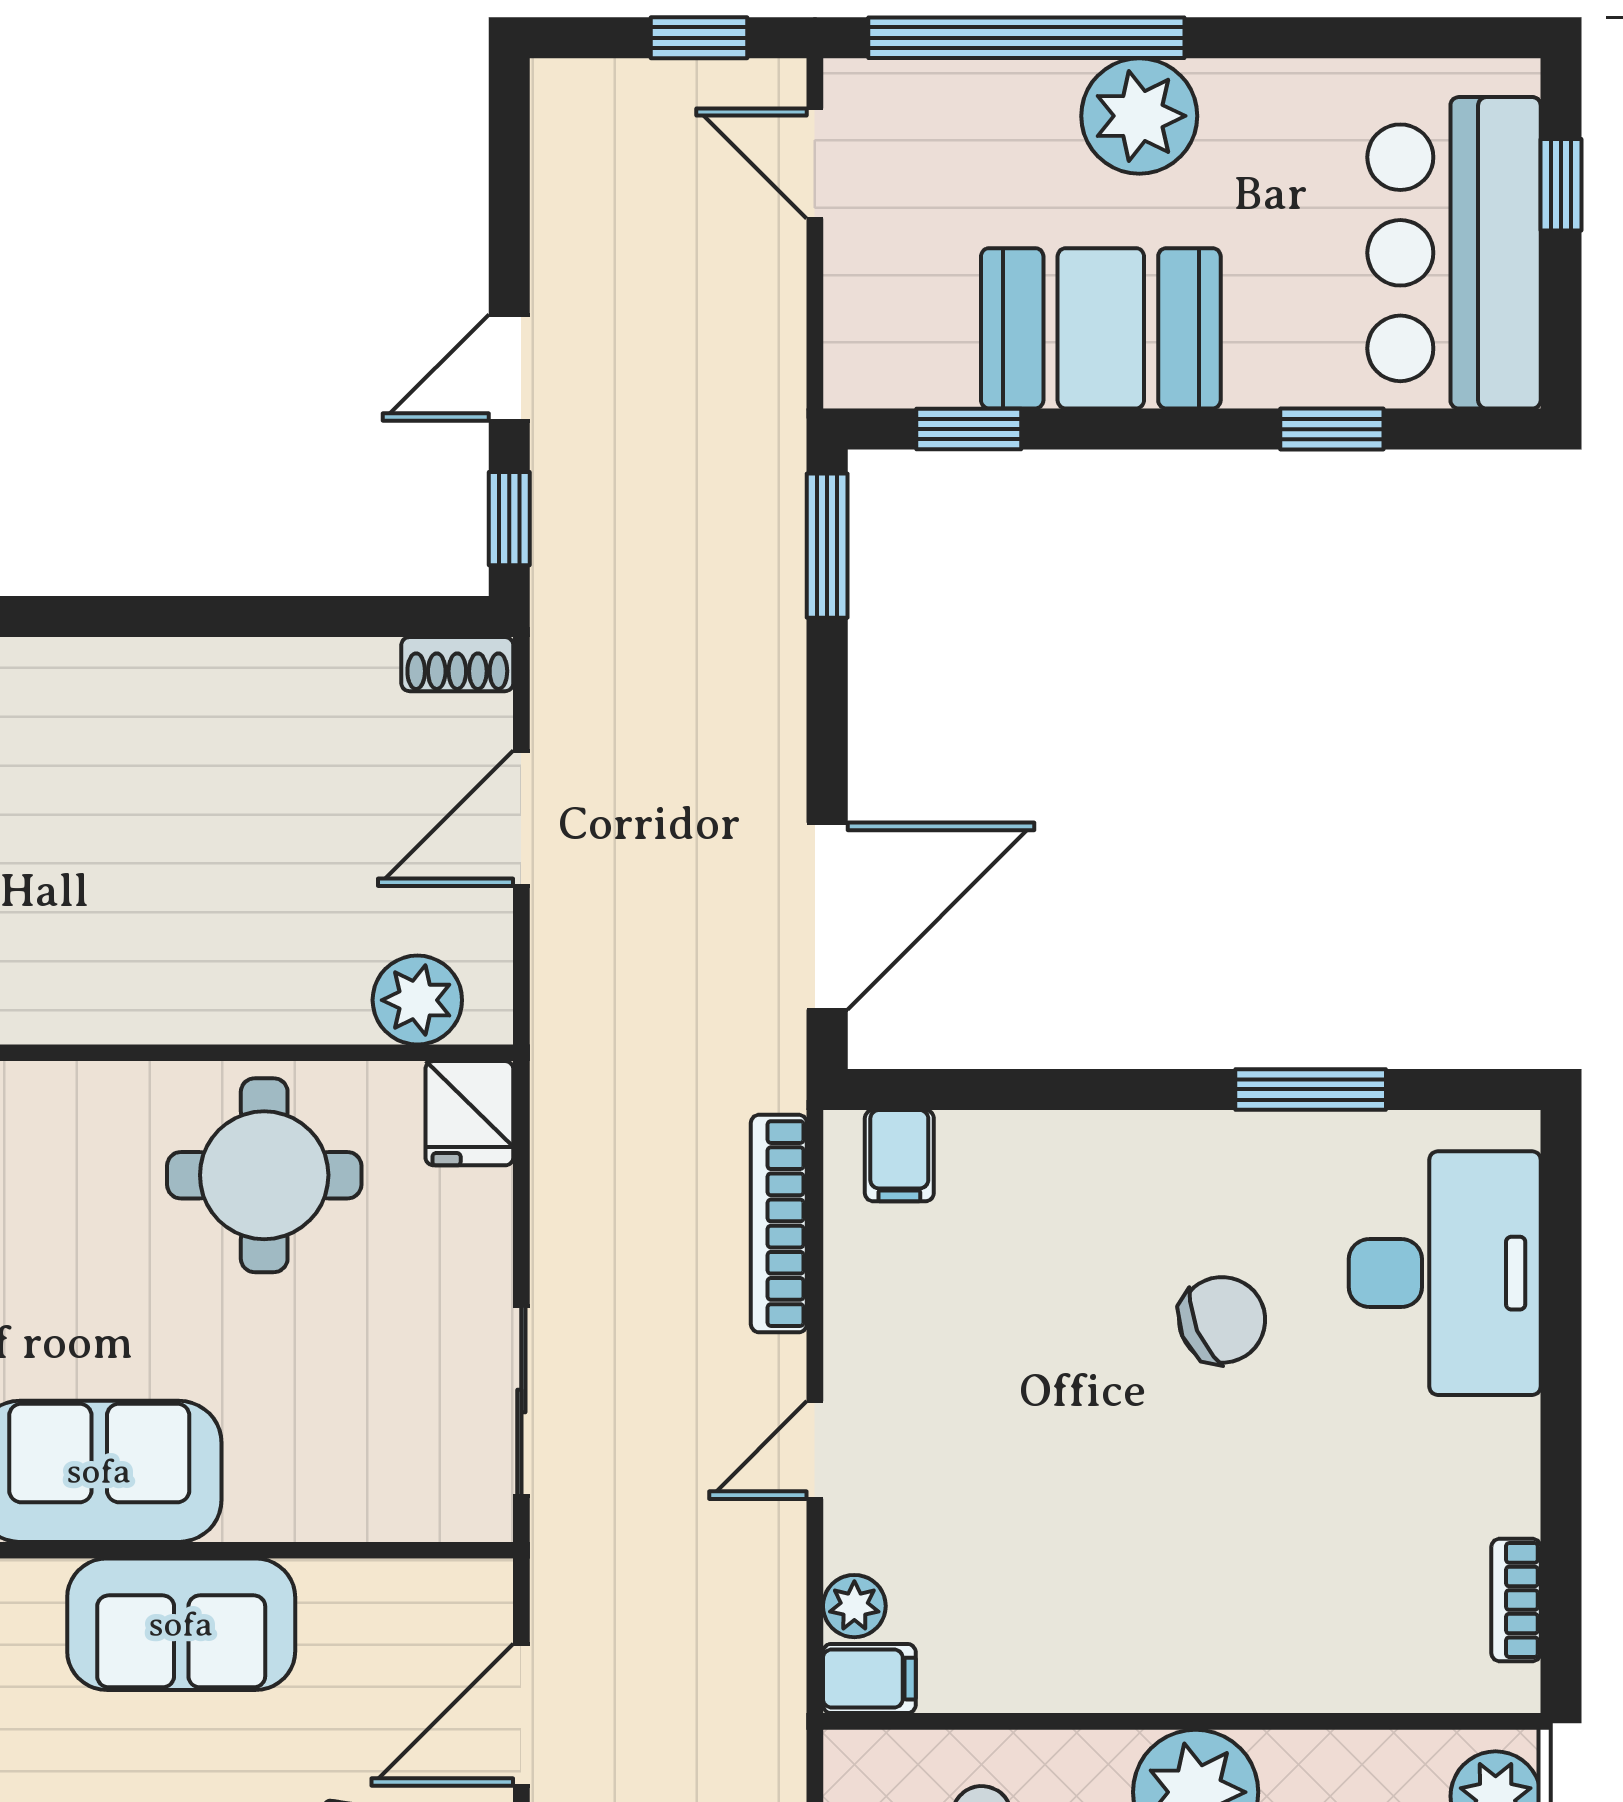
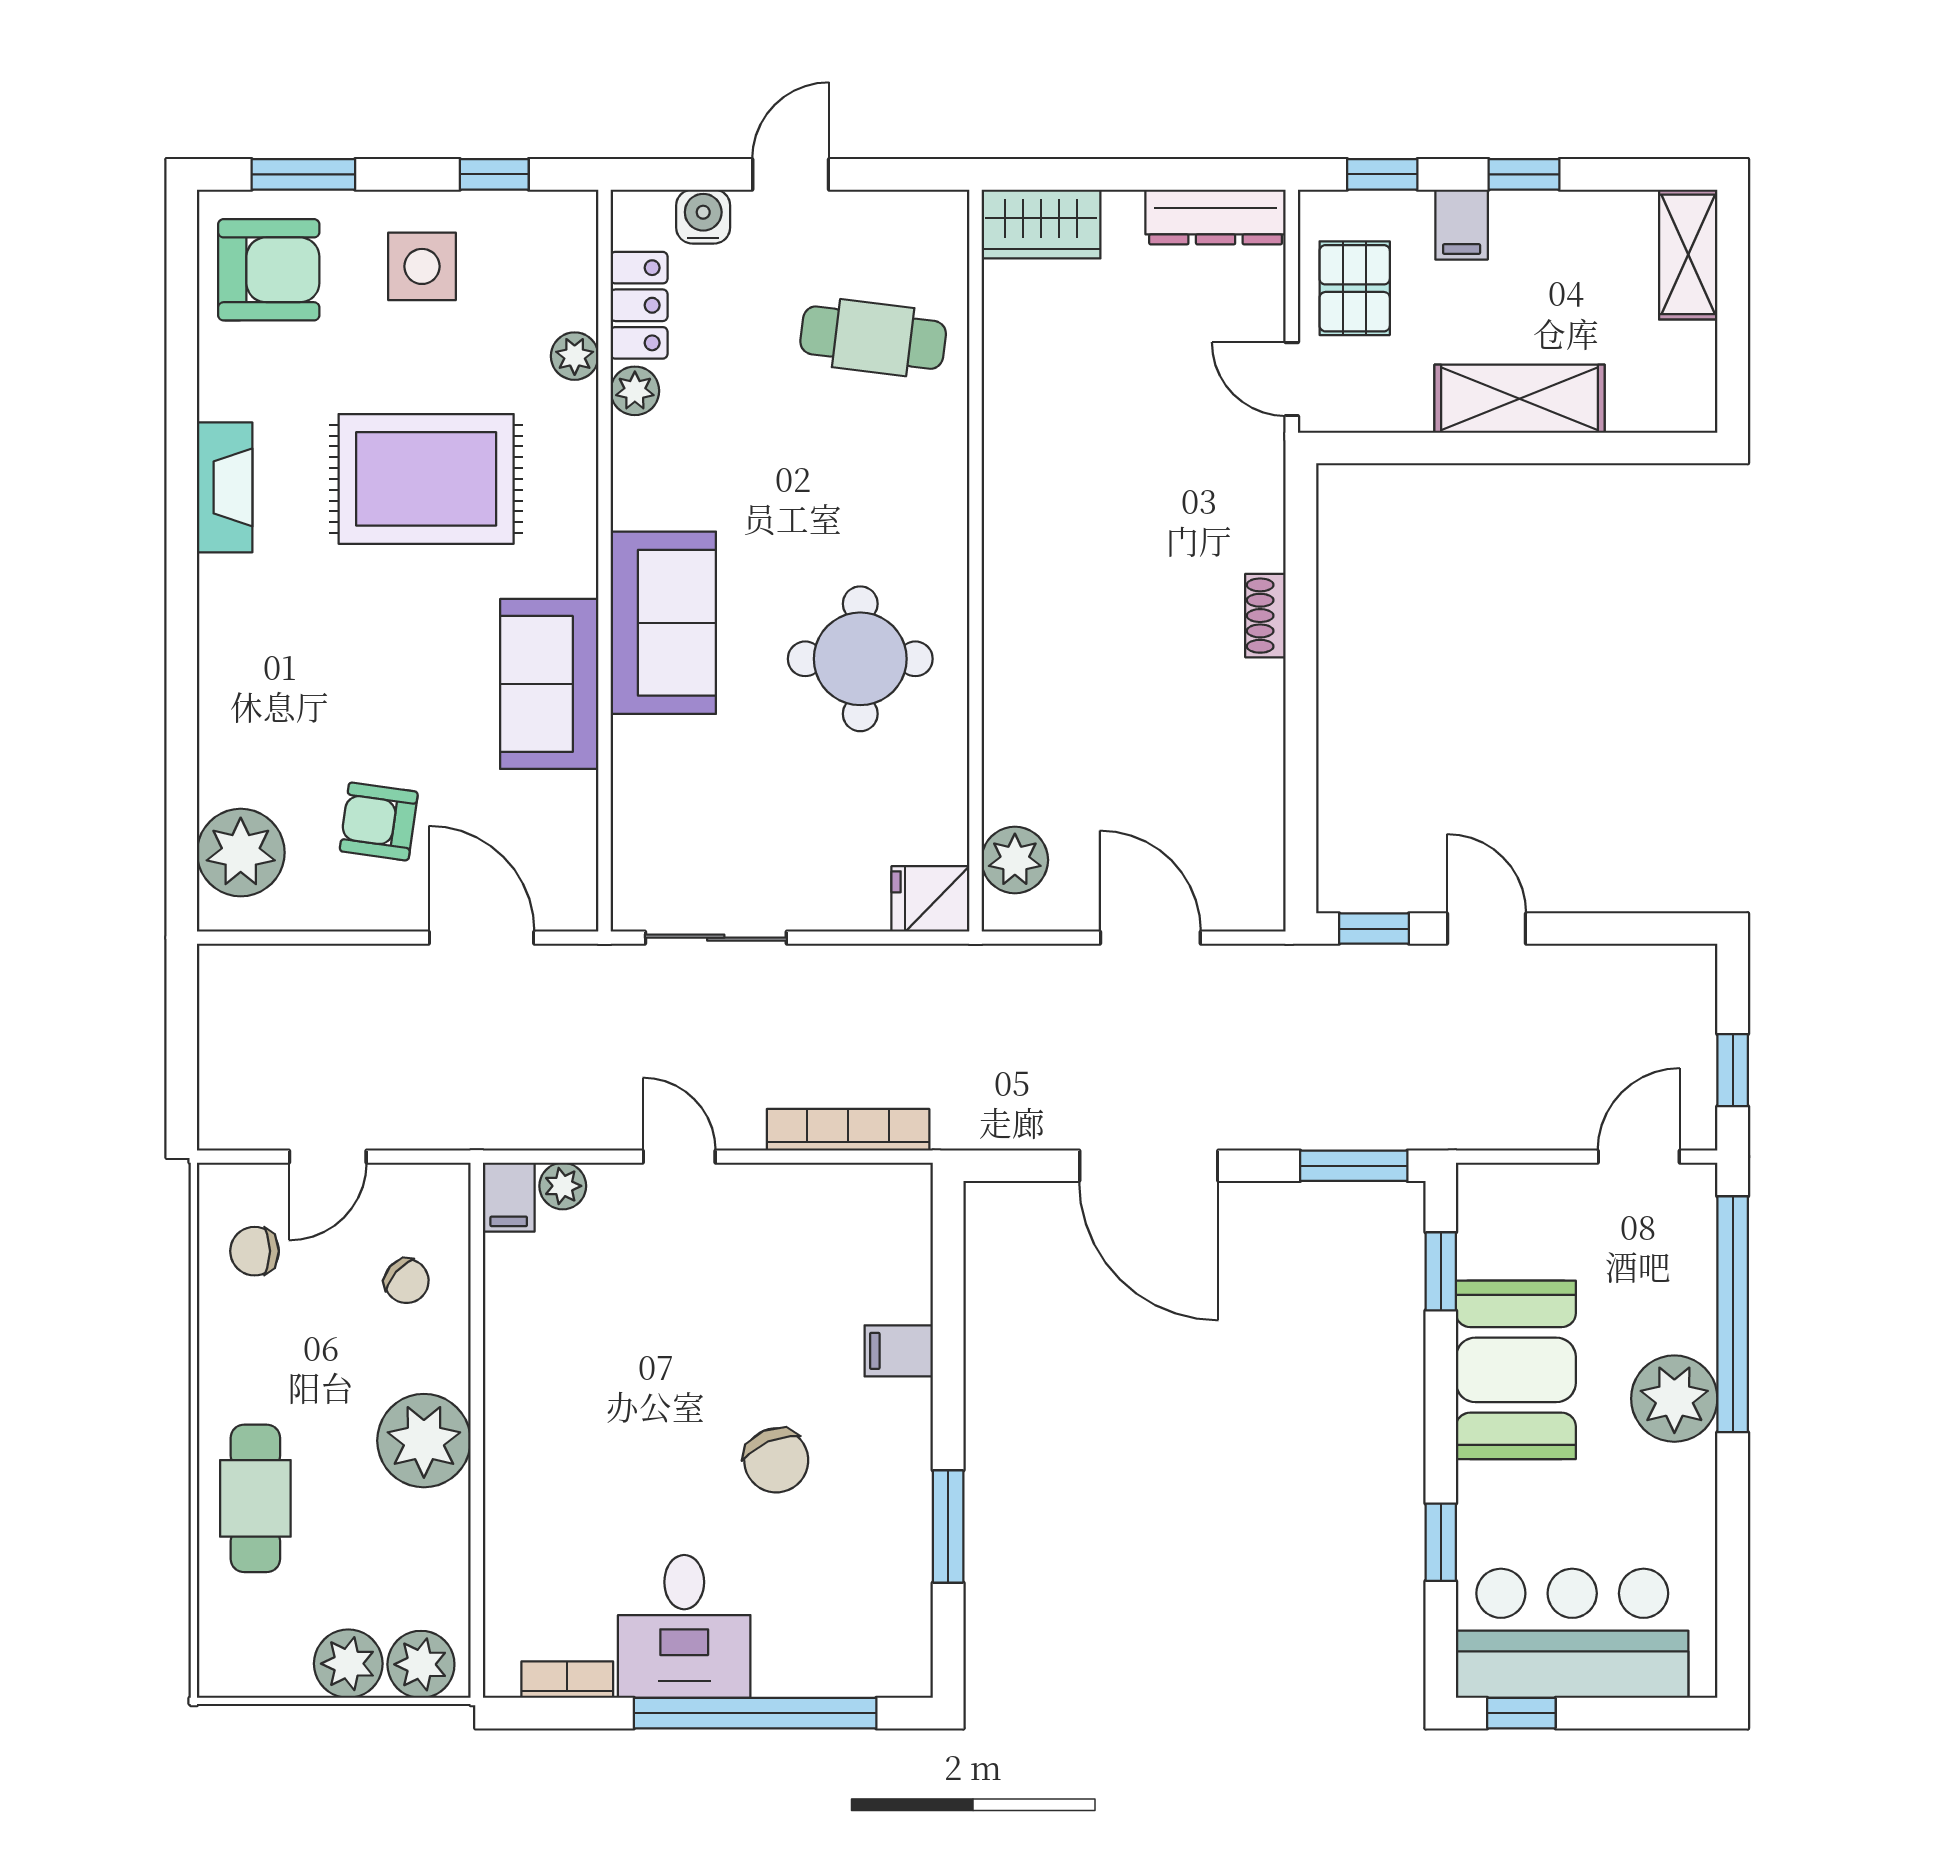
window: (1561, 185) -> (1521, 1713), moved
shoe rack: (457, 664) -> (1265, 616), moved
door: (827, 916) -> (1149, 1166), moved
filing cabinet: (899, 1156) -> (899, 1351), moved
round table: (264, 1175) -> (860, 659), moved
desk: (1445, 1273) -> (684, 1626), moved, width x0.73
window: (1561, 1348) -> (755, 1713), added

